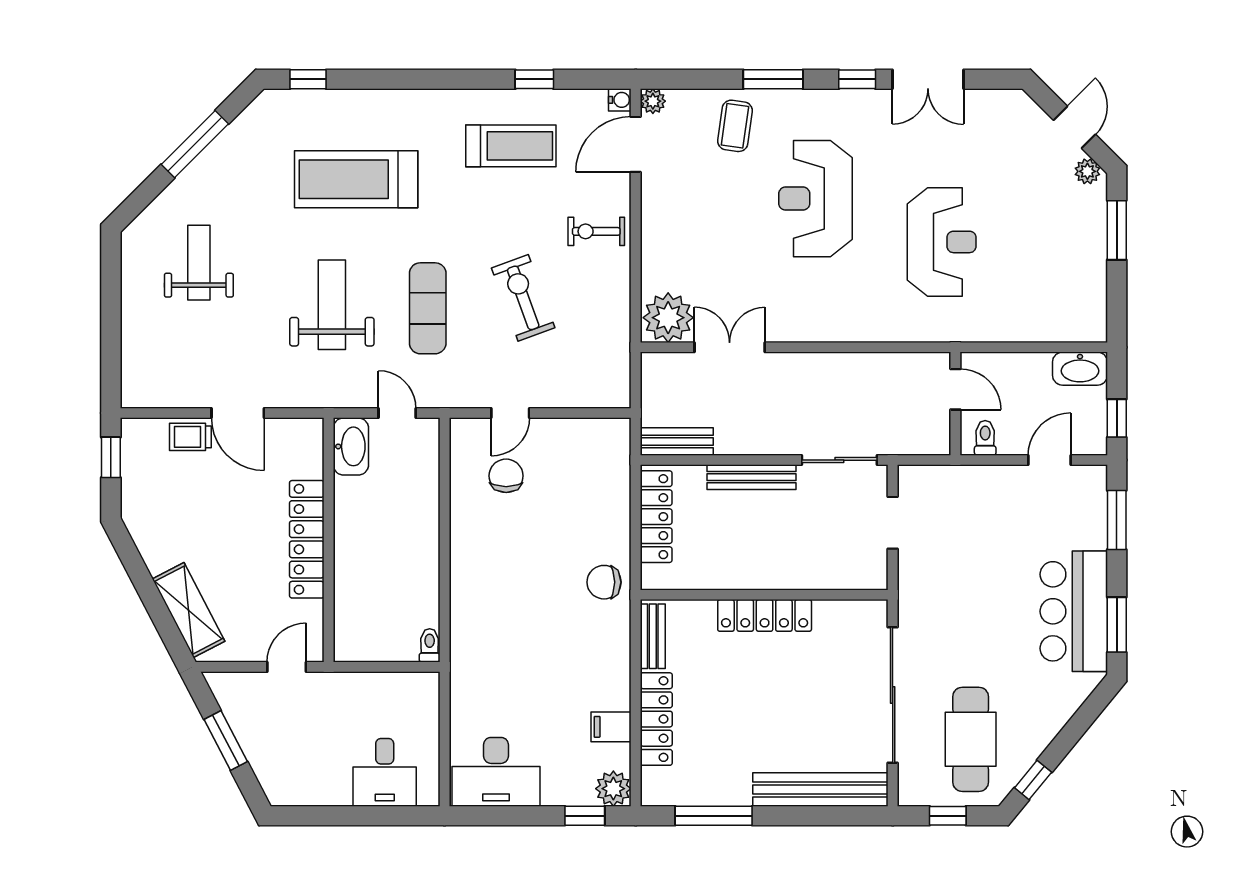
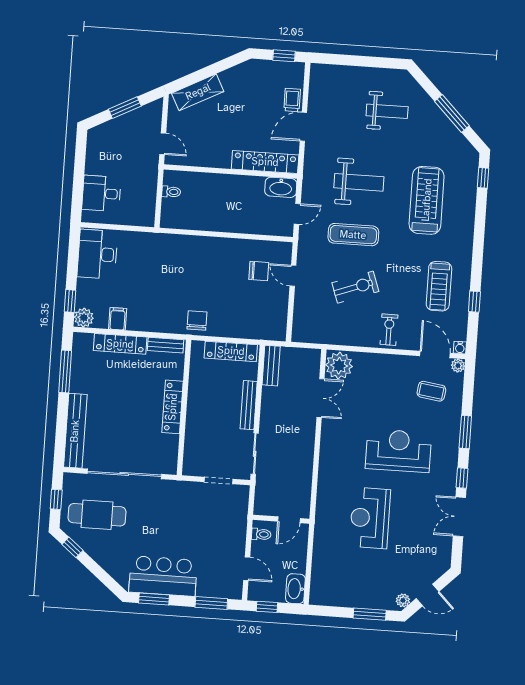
coffee table: (735, 126) -> (431, 391), moved
reception desk: (942, 242) -> (370, 518), turned 90
locker: (307, 539) -> (265, 162), moved
toilet: (430, 645) -> (171, 192), moved

